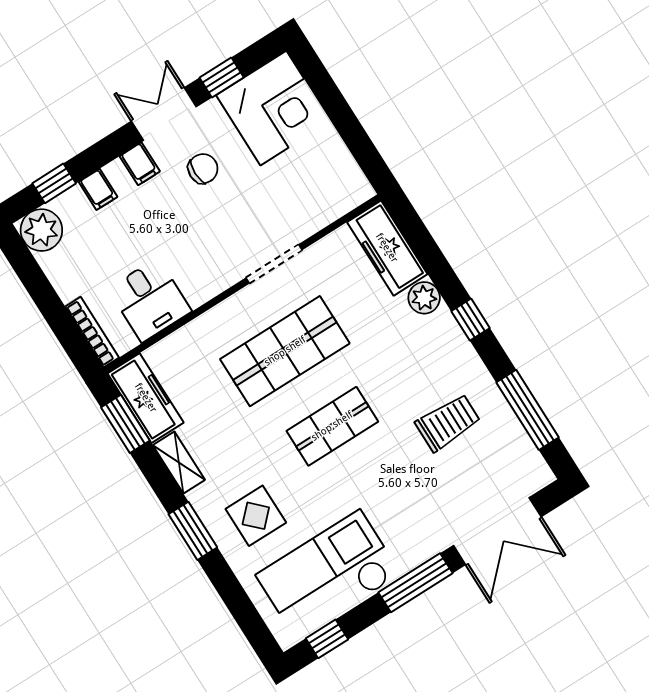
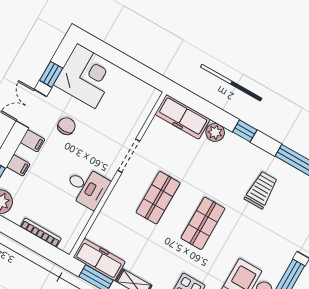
desk: (150, 300) -> (87, 187), moved
bookcase: (92, 332) -> (41, 233), moved
shop shelf: (285, 351) -> (158, 198), width x0.70, depth x0.74

